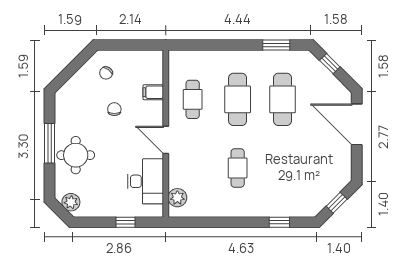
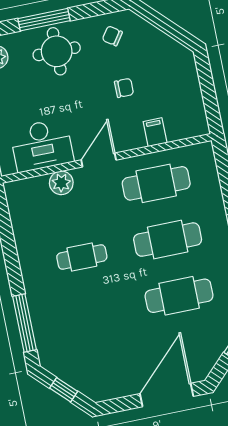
chair: (106, 73) -> (112, 36), moved
cafe table: (193, 99) -> (156, 183), width x1.37, depth x1.35
window: (49, 143) -> (44, 20), moved
plant: (177, 198) -> (61, 183), moved
window: (279, 222) -> (24, 323), width x2.17

